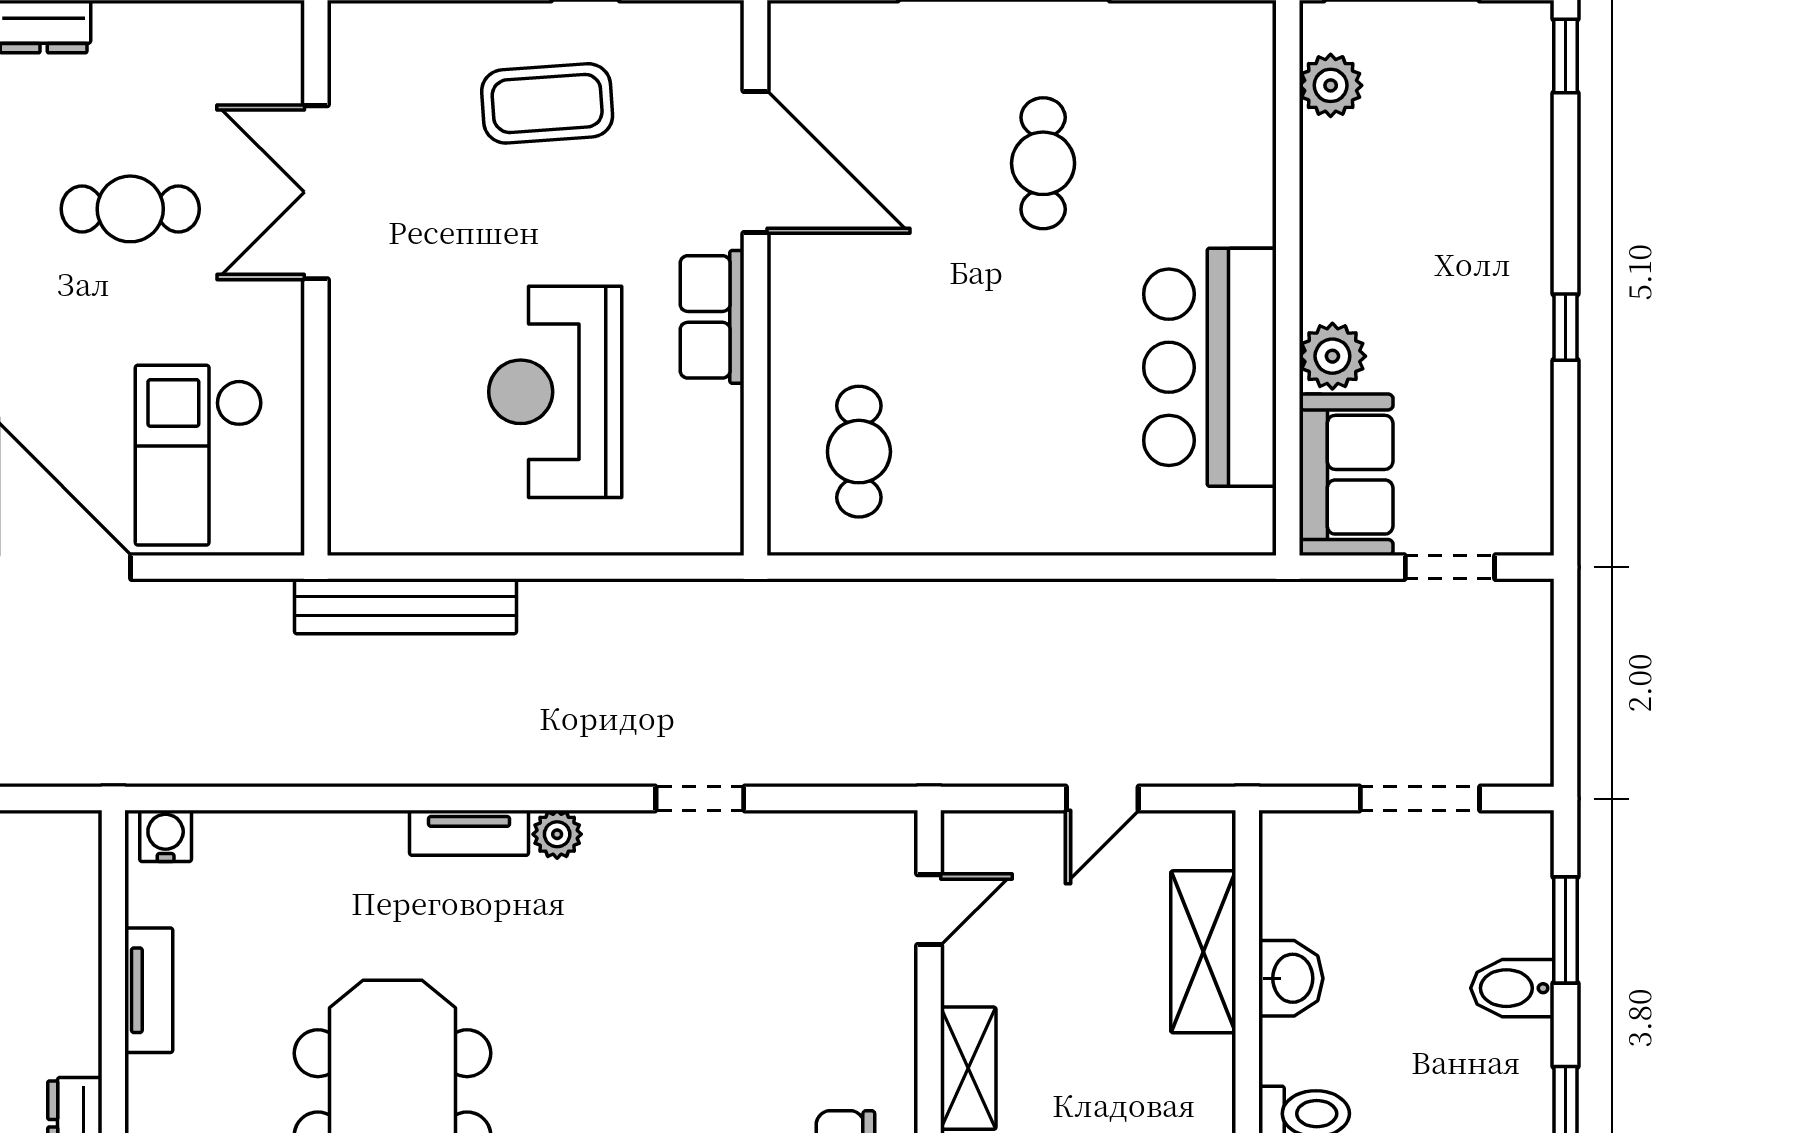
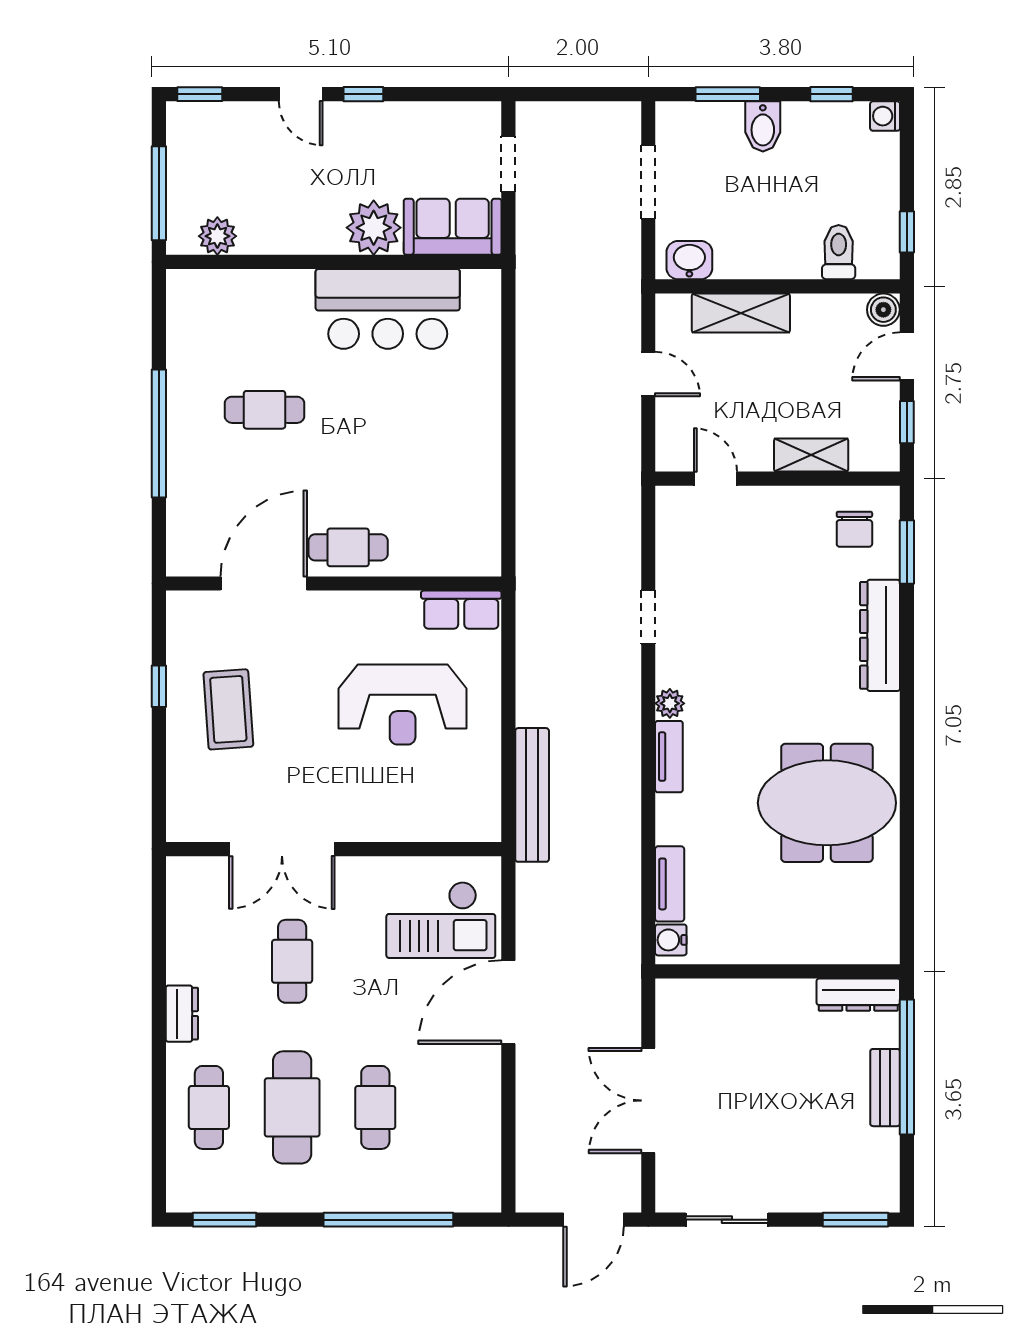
door: (1565, 223) -> (301, 94), added
row of seats: (712, 317) -> (461, 610), moved
plant: (1332, 356) -> (374, 228), width x1.36, depth x1.36
cafe table: (859, 452) -> (348, 547), moved
washbasin: (1291, 978) -> (689, 260), moved
tv unit: (149, 990) -> (670, 884), moved, turned 90

